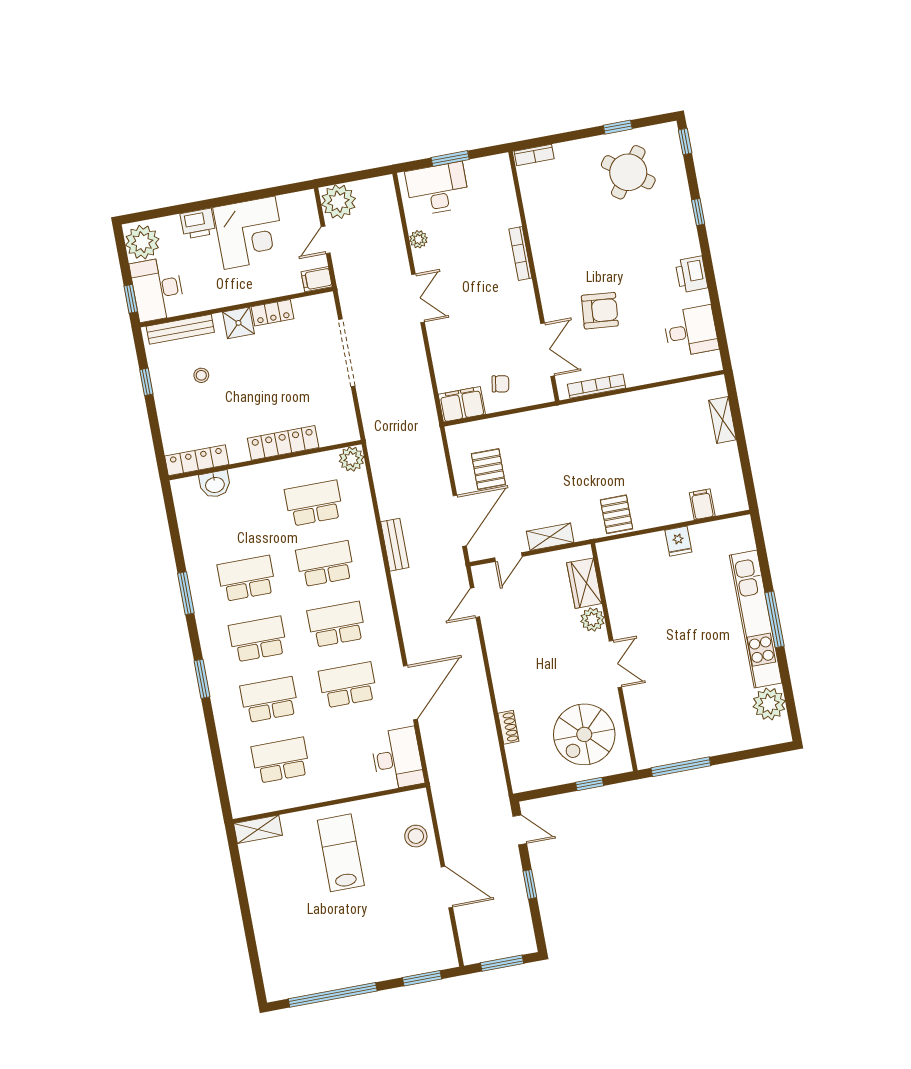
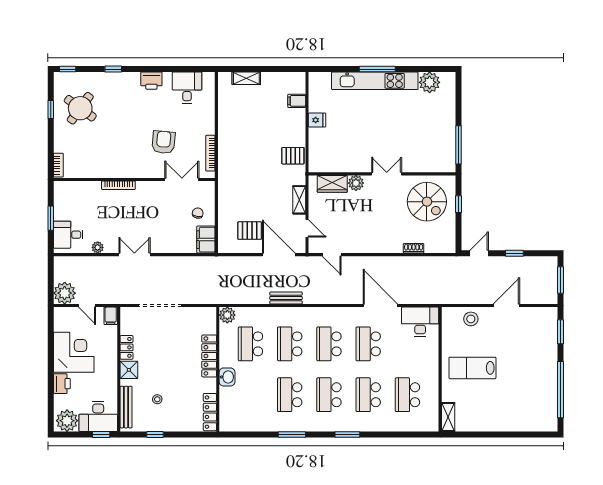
desk: (437, 189) -> (68, 235), width x0.73
washbasin: (215, 484) -> (227, 377), moved

